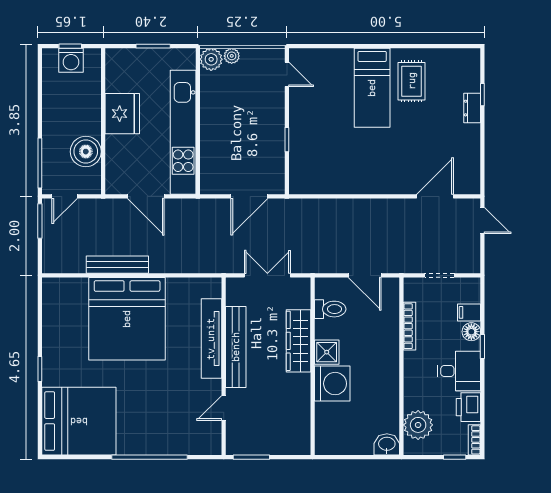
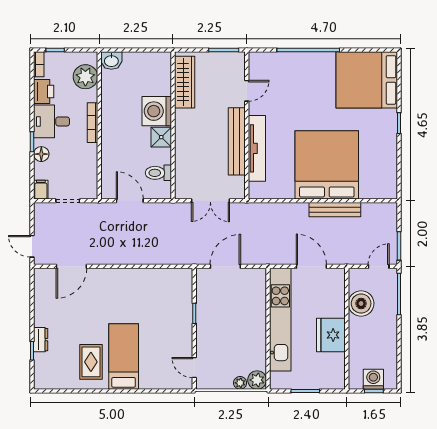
filing cabinet: (469, 312) -> (41, 190), moved, turned -90
bookcase: (410, 326) -> (93, 123), moved
wardrobe: (298, 341) -> (185, 82), moved

